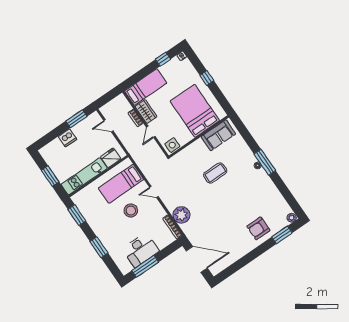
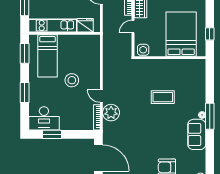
window: (207, 78) -> (210, 34), moved
sofa: (218, 135) -> (197, 134), moved, turned 90
bed: (121, 184) -> (48, 56), moved, turned -90
door: (154, 192) -> (101, 96), moved
desk: (141, 250) -> (44, 118), moved
window: (145, 266) -> (52, 134), width x0.69

